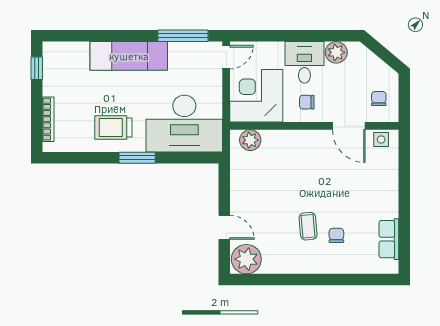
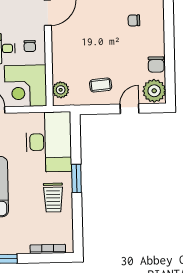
coffee table: (308, 226) -> (101, 85), moved
chair: (280, 262) -> (156, 64), added

